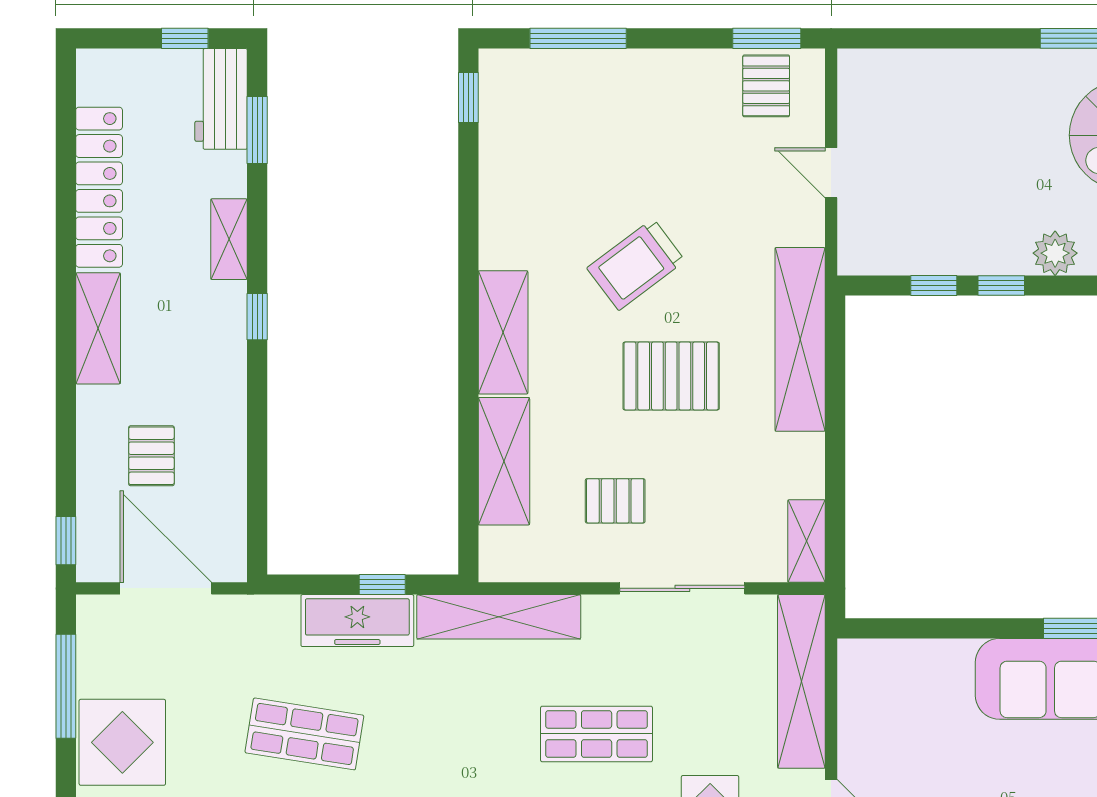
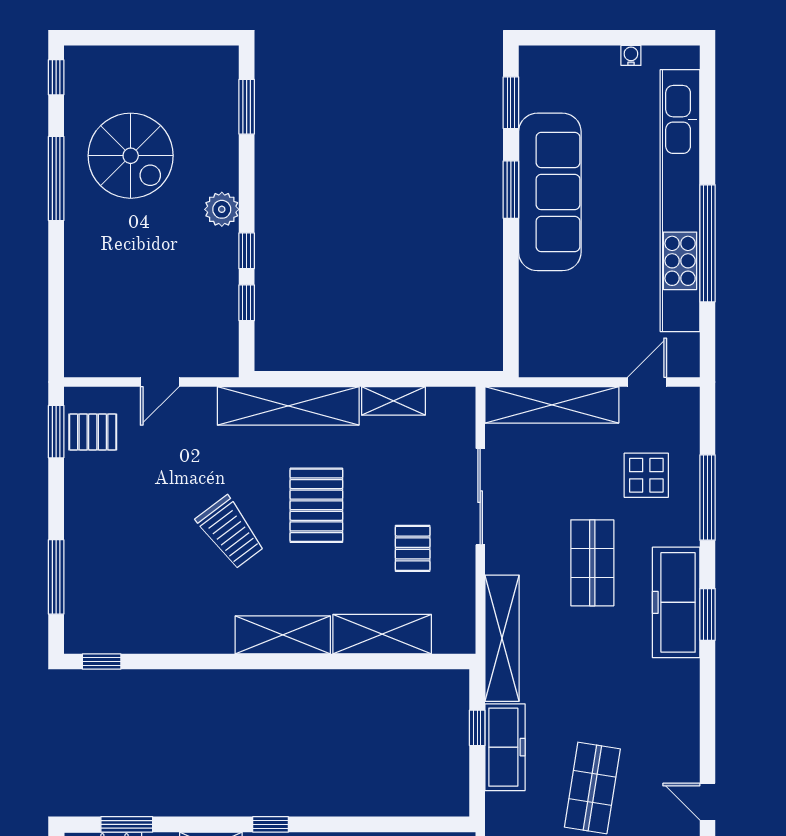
shelving: (807, 541) -> (393, 401), moved

